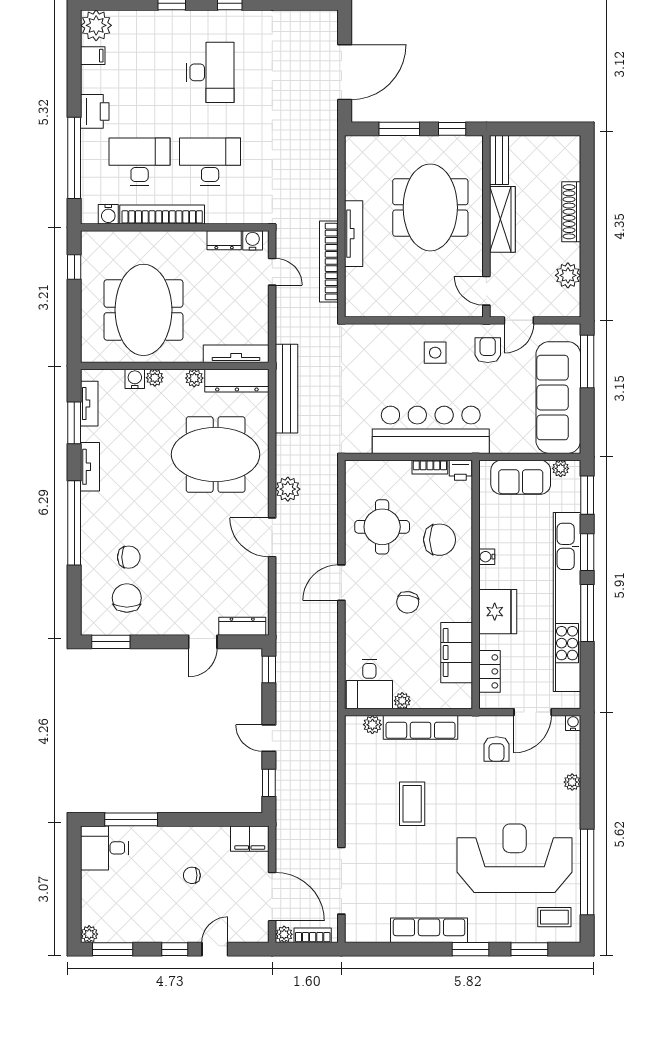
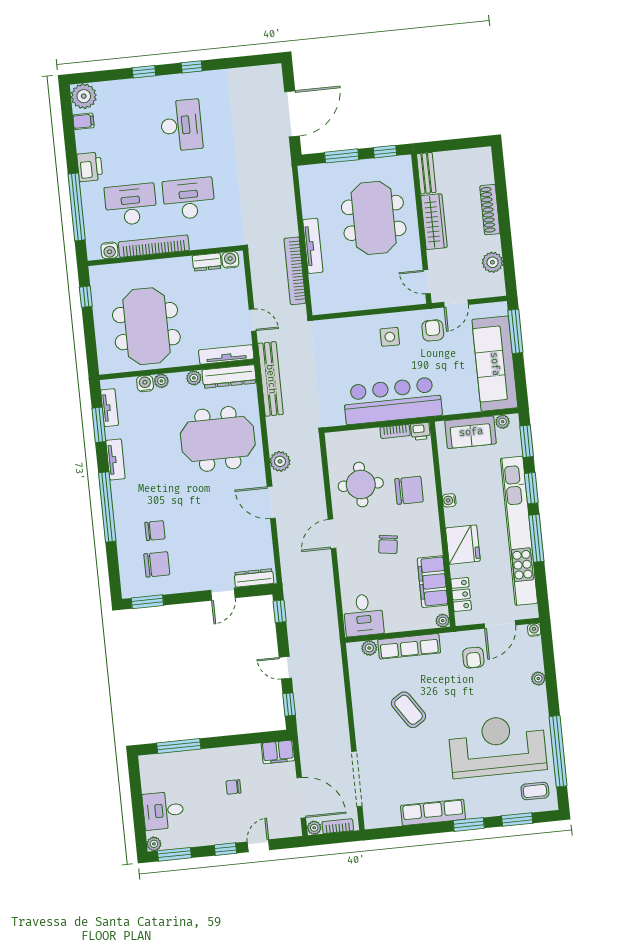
door: (272, 272) -> (253, 320), moved
chair: (127, 598) -> (157, 564), turned 90
plant: (402, 701) -> (443, 621), moved
coffee table: (412, 804) -> (408, 710), turned -34
desk: (104, 848) -> (163, 811), moved

